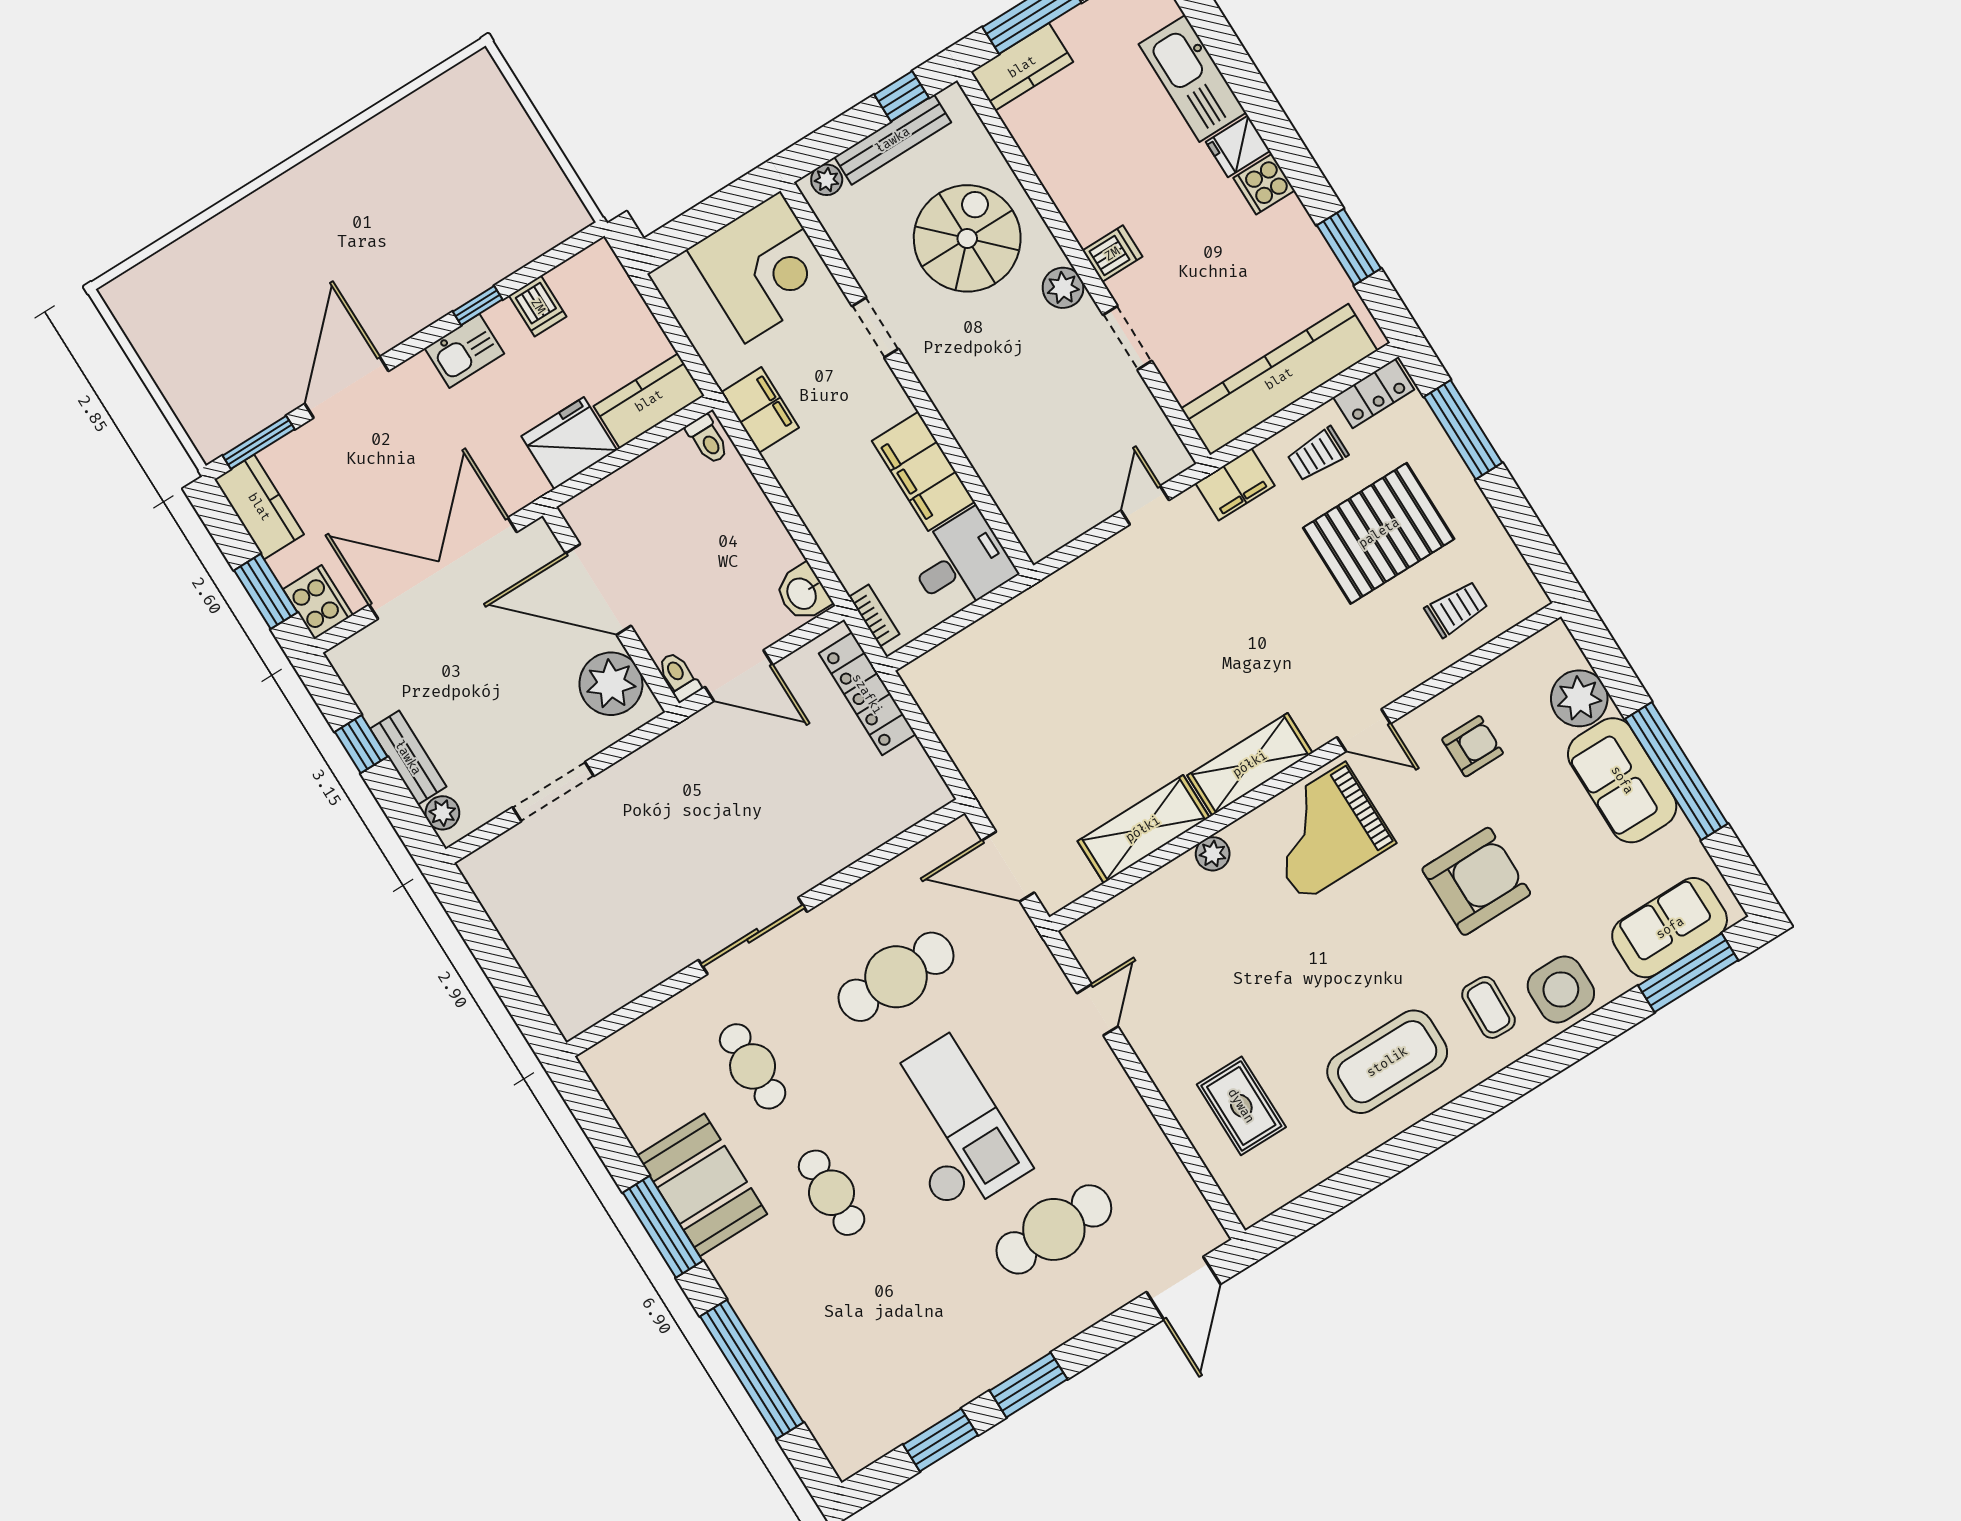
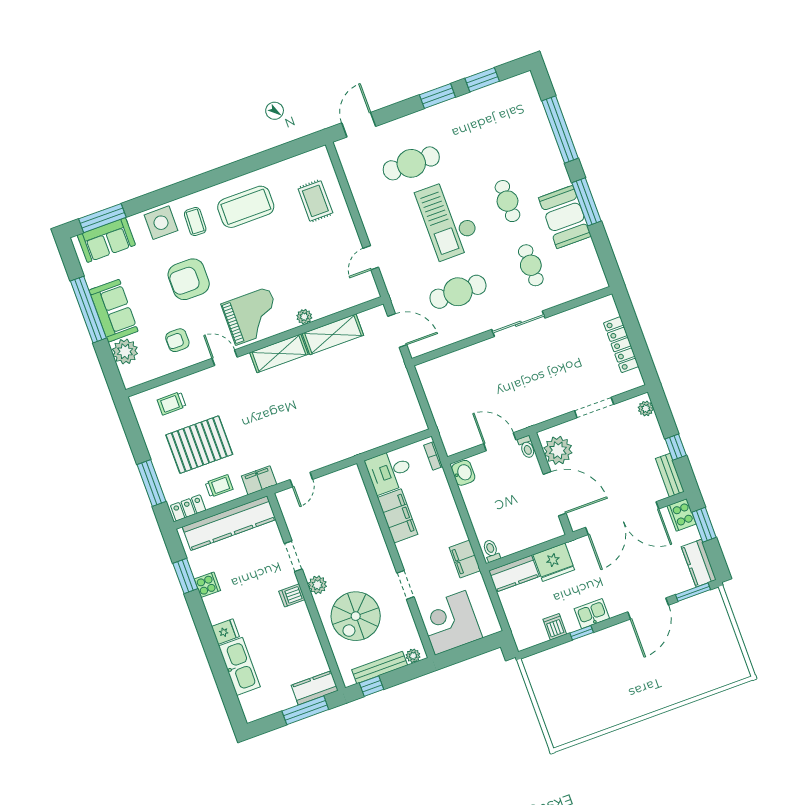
cooker: (1264, 184) -> (207, 585), moved
locker: (867, 694) -> (621, 345), moved, turned 180
bench: (408, 758) -> (670, 475), moved

